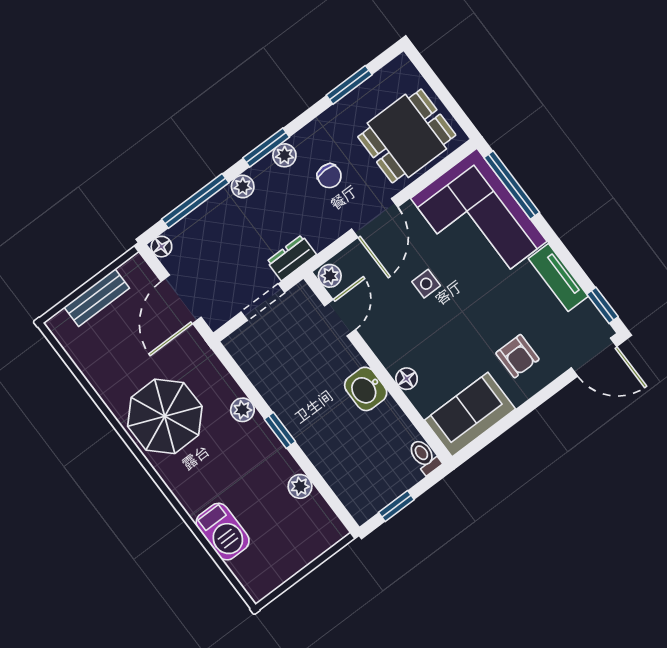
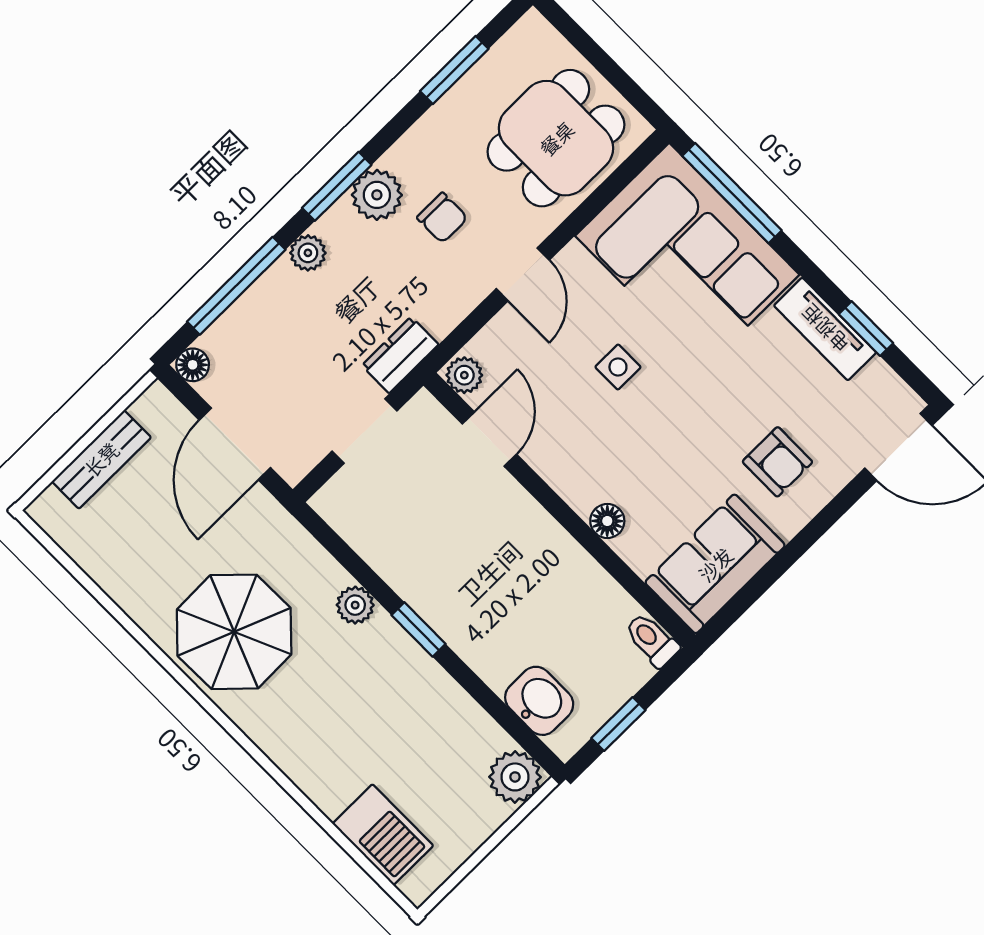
plant: (284, 155) -> (377, 195), width x1.38, depth x1.38
door: (375, 218) -> (523, 274), width x0.73
window: (602, 305) -> (866, 329), moved
washbasin: (366, 389) -> (539, 701), moved, turned 180
plant: (300, 486) -> (515, 777), moved, width x1.38, depth x1.38
barbecue: (223, 532) -> (383, 835), moved

